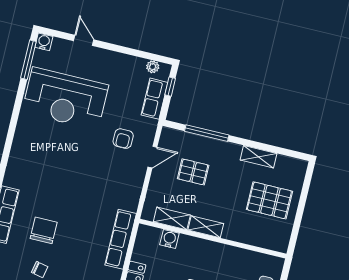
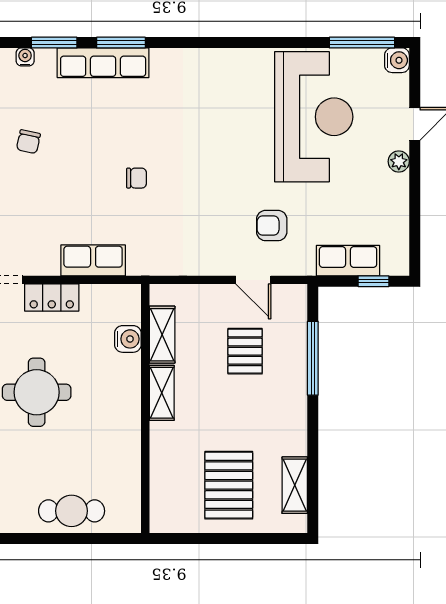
plant: (153, 67) -> (399, 161), moved
reception desk: (65, 99) -> (314, 117), turned 180
shelving: (259, 157) -> (295, 485), moved
chair: (44, 230) -> (136, 178), moved, width x0.54, depth x0.54
row of seats: (121, 239) -> (93, 260), width x0.68

